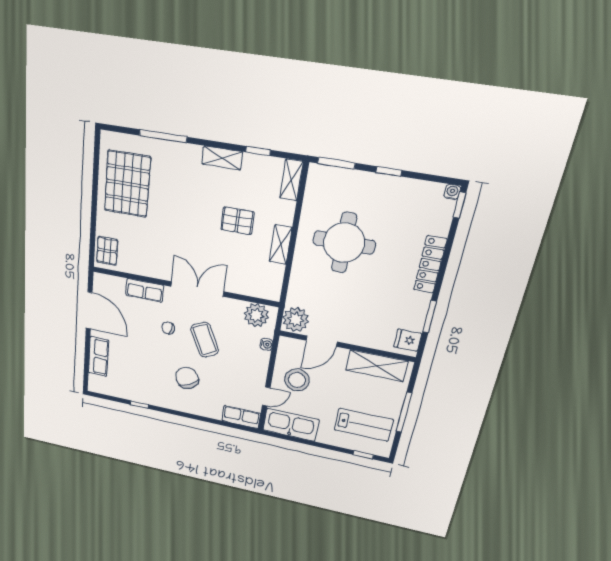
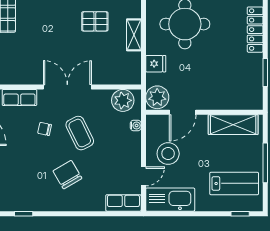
fridge: (408, 340) -> (156, 64), moved, turned 180

